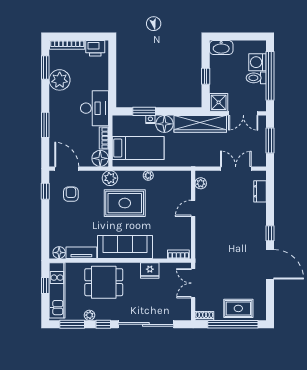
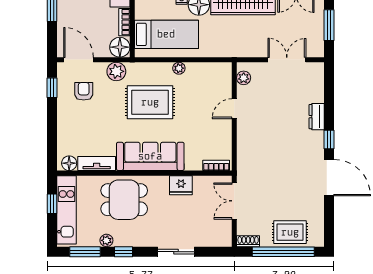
plant: (110, 178) -> (116, 71), moved
dresser: (260, 191) -> (317, 117), moved
sliding door: (146, 324) -> (176, 252), width x0.54

